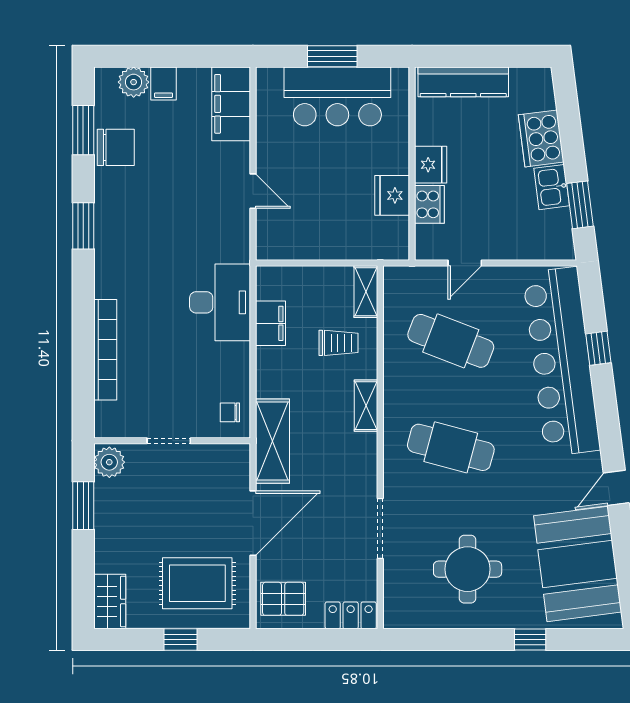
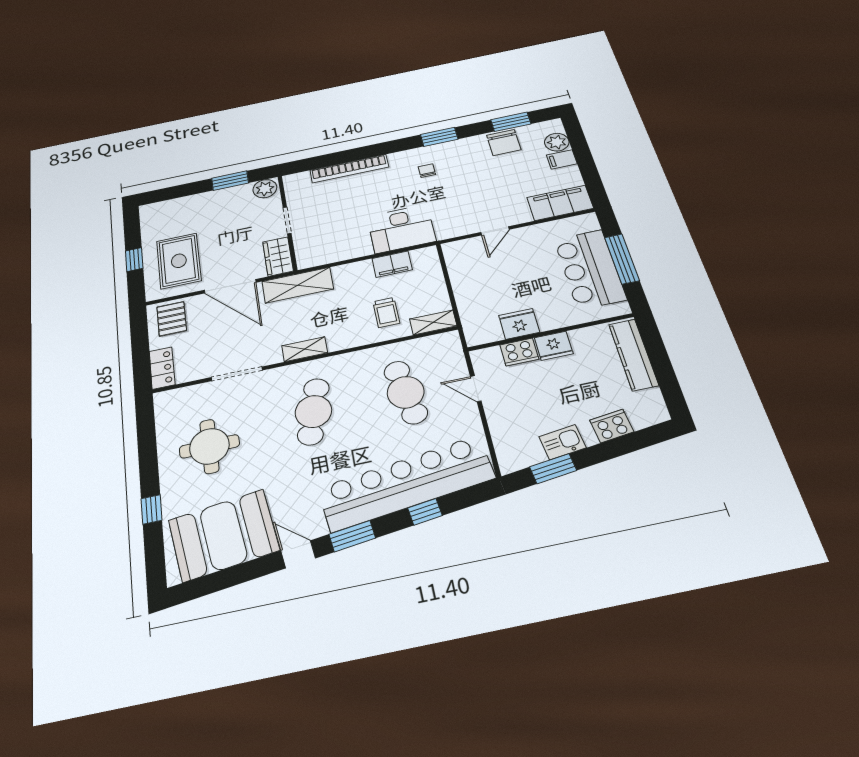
window: (332, 56) -> (622, 259), width x1.44
cooker: (541, 138) -> (612, 426), width x0.73, depth x0.76
cafe table: (451, 341) -> (406, 392), turned -30
shelving: (366, 406) -> (305, 349), moved
chair: (230, 412) -> (427, 171), moved
window: (609, 429) -> (352, 536), added
wardrobe: (110, 602) -> (278, 256), moved, turned 90

